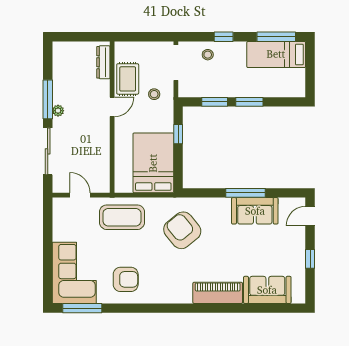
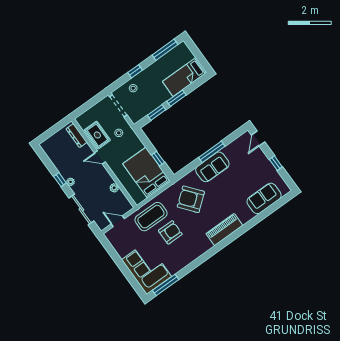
bed: (276, 54) -> (185, 77), moved
window: (48, 99) -> (60, 180), width x0.46
door: (112, 107) -> (100, 157), swing flipped
window: (178, 134) -> (158, 159), moved
plant: (103, 154) -> (114, 188), added
sofa: (255, 211) -> (212, 167), moved
armchair: (126, 279) -> (170, 232), moved
piano: (218, 293) -> (224, 230), moved

